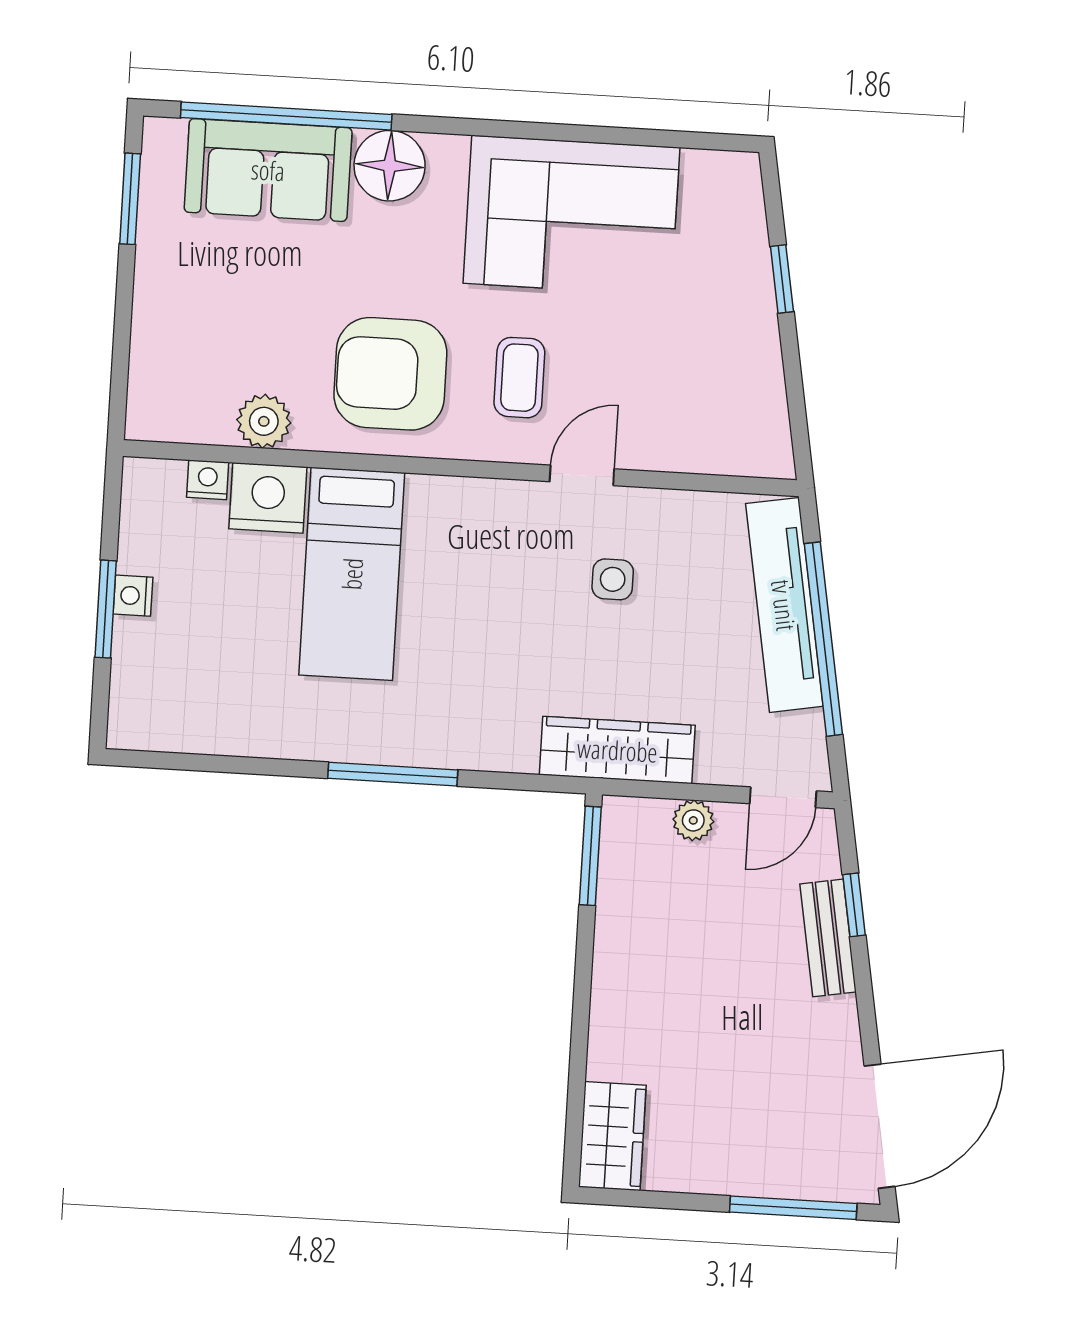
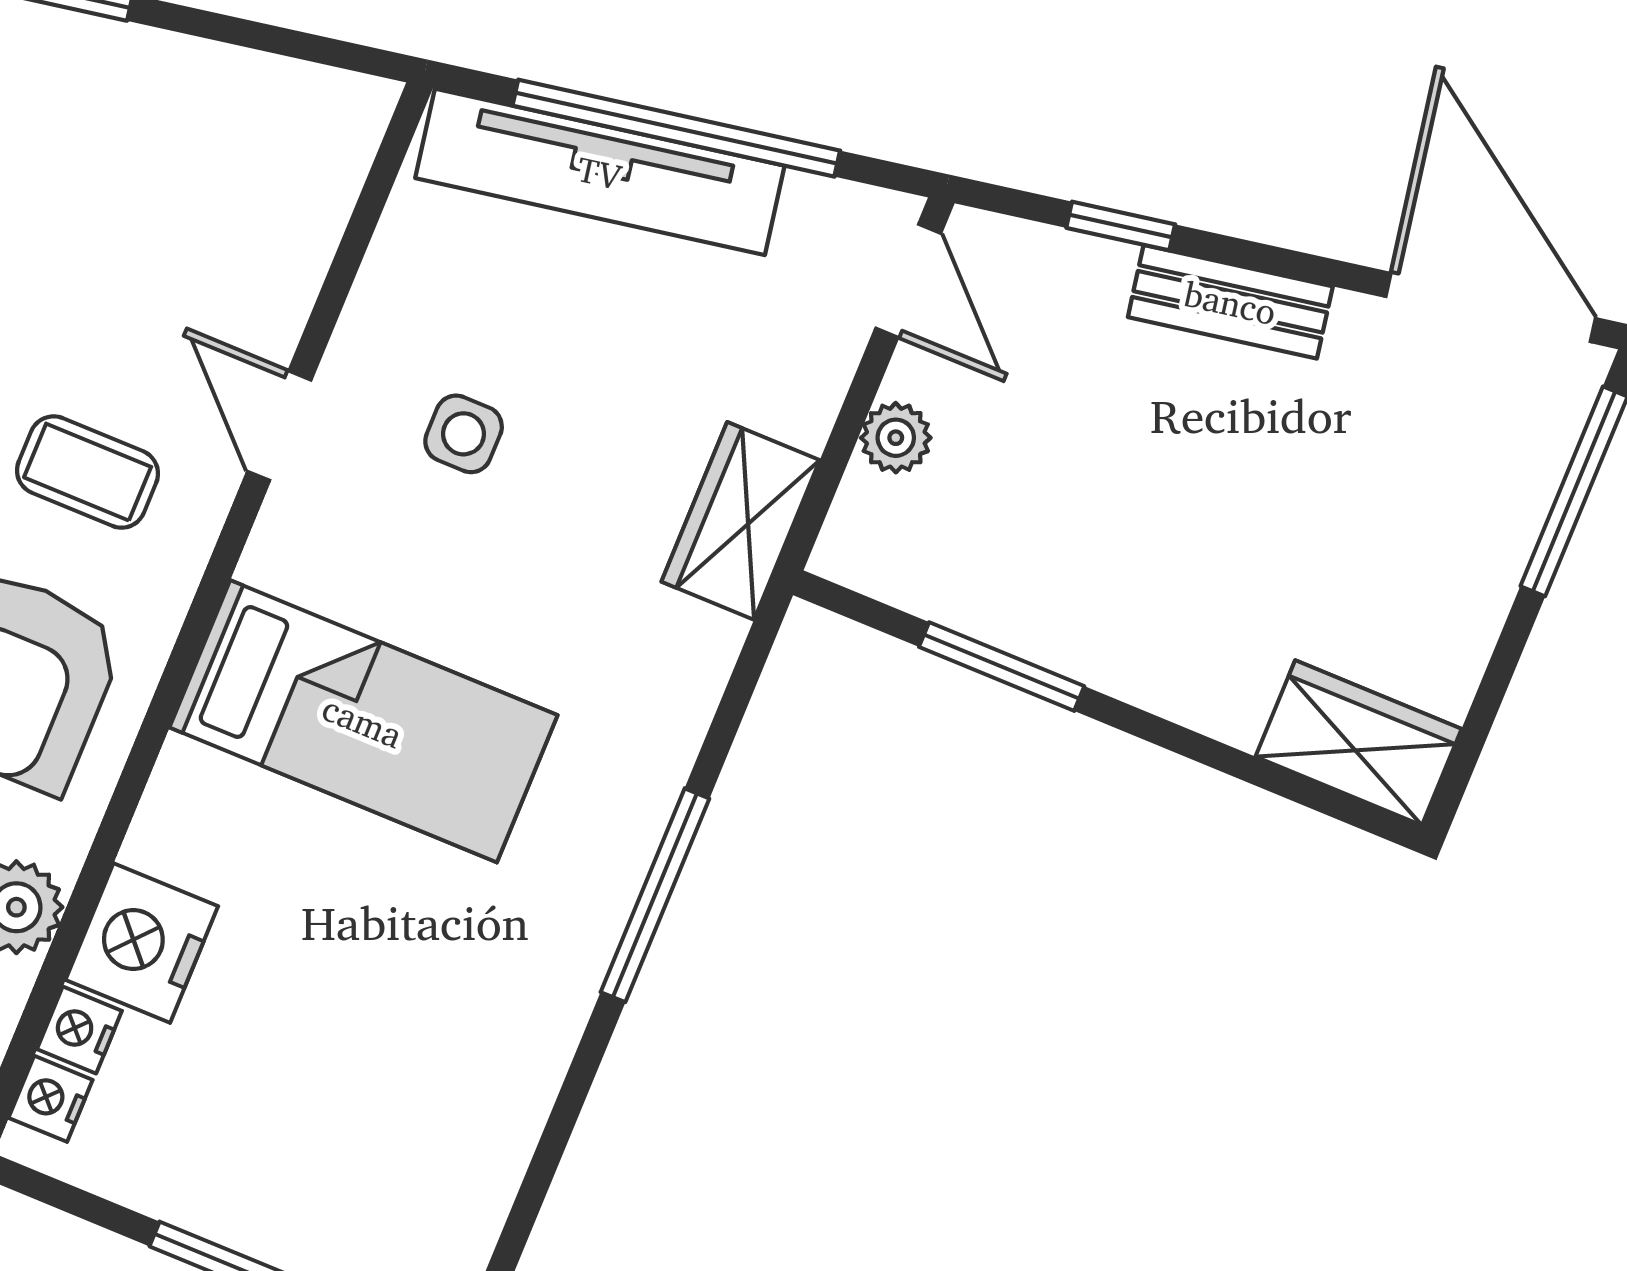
bed: (352, 574) -> (363, 721), moved
nightstand: (133, 596) -> (51, 1099), moved, turned 90
wardrobe: (617, 750) -> (741, 521), width x0.67
window: (590, 856) -> (1002, 667), moved
bench: (828, 938) -> (1230, 302), moved

